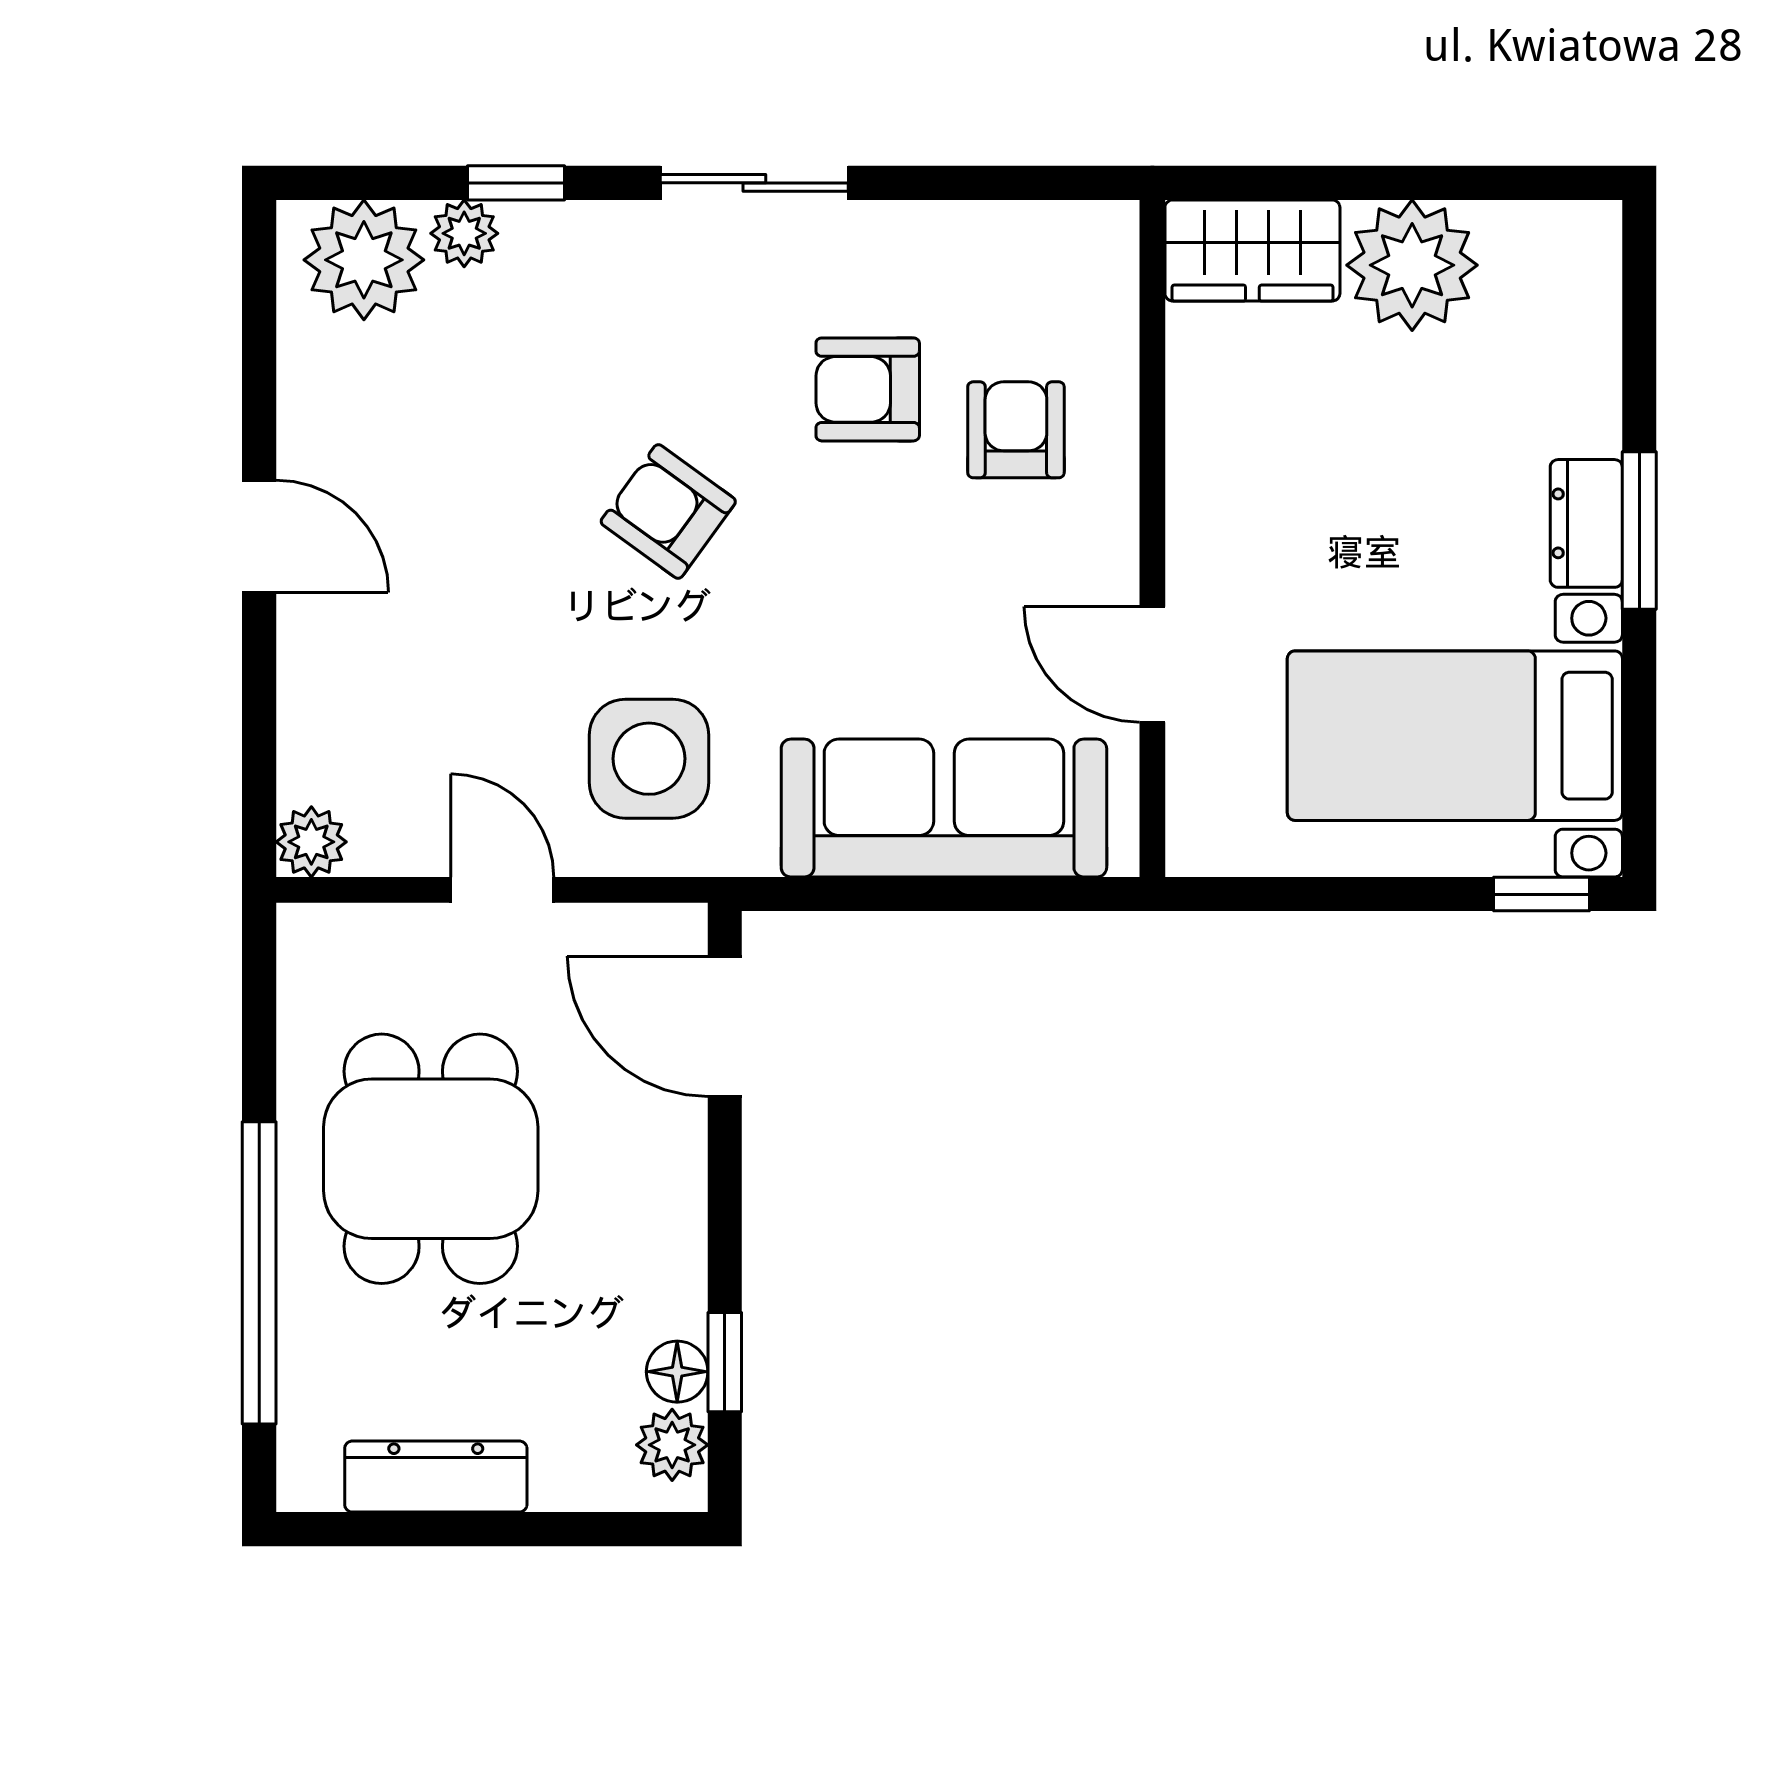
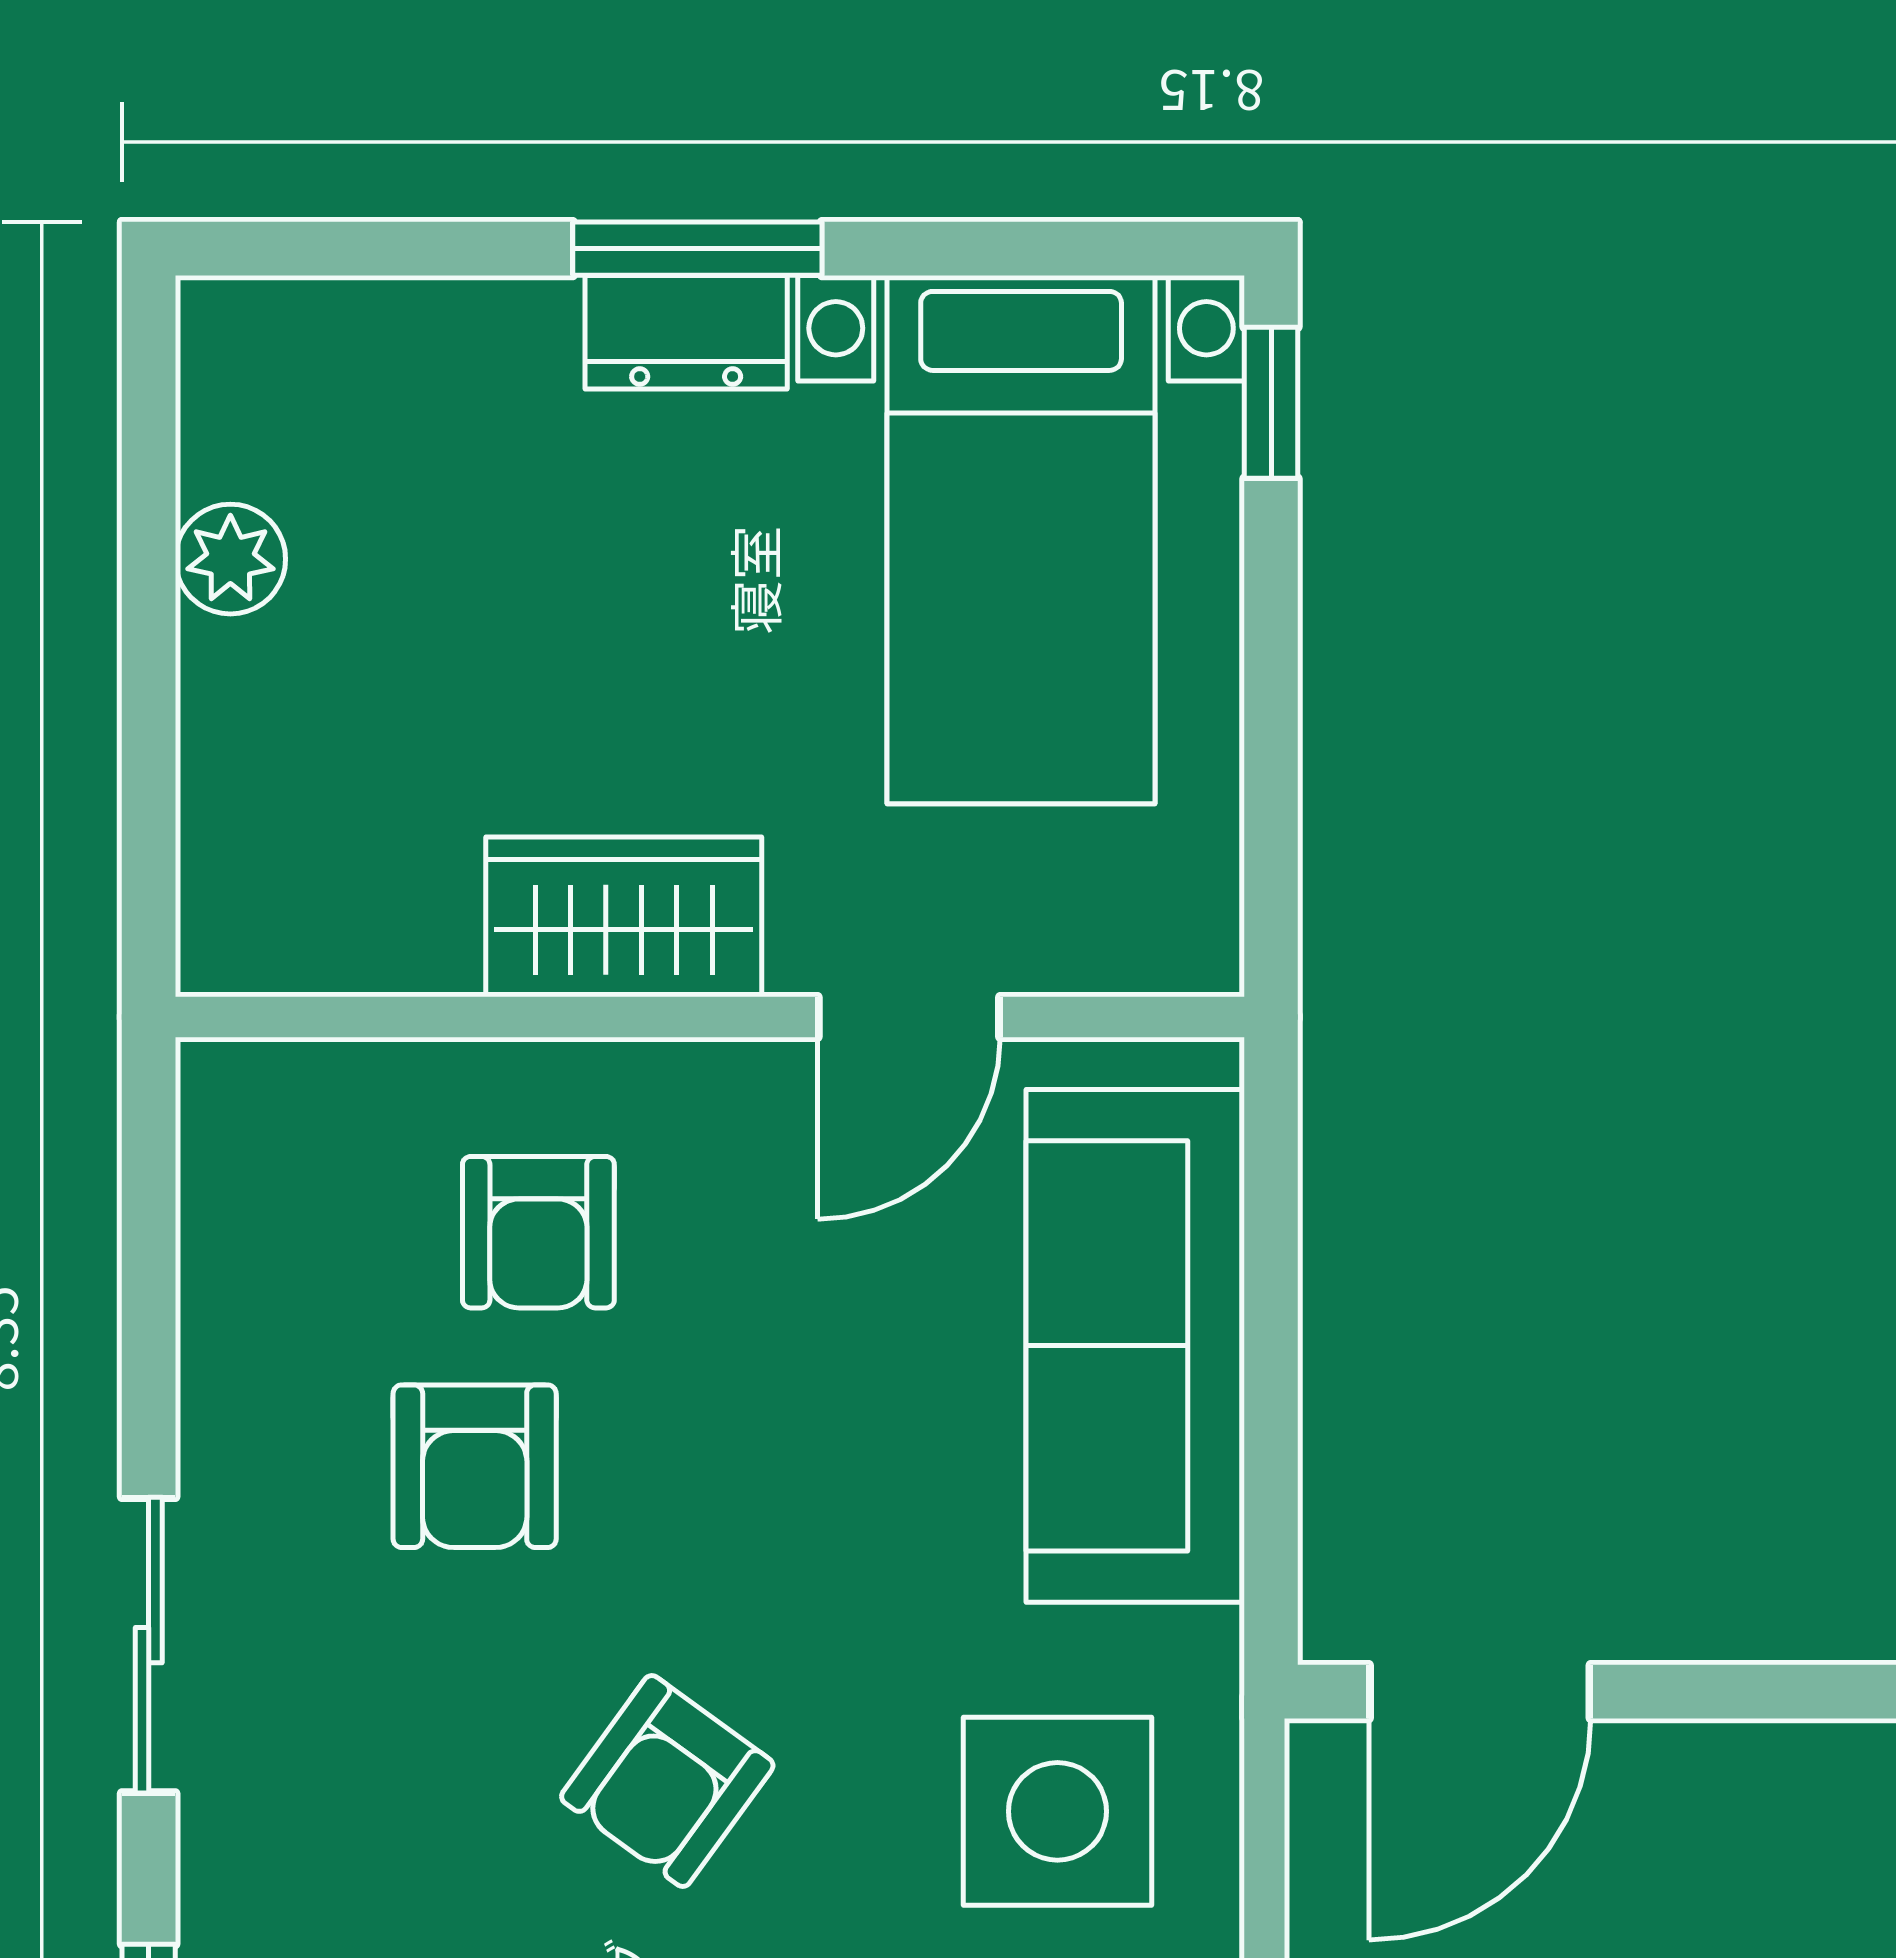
wardrobe: (1252, 250) -> (624, 917), moved, turned -90
plant: (1412, 265) -> (230, 559), width x0.53, depth x0.53
armchair: (1016, 430) -> (538, 1232), turned -90

